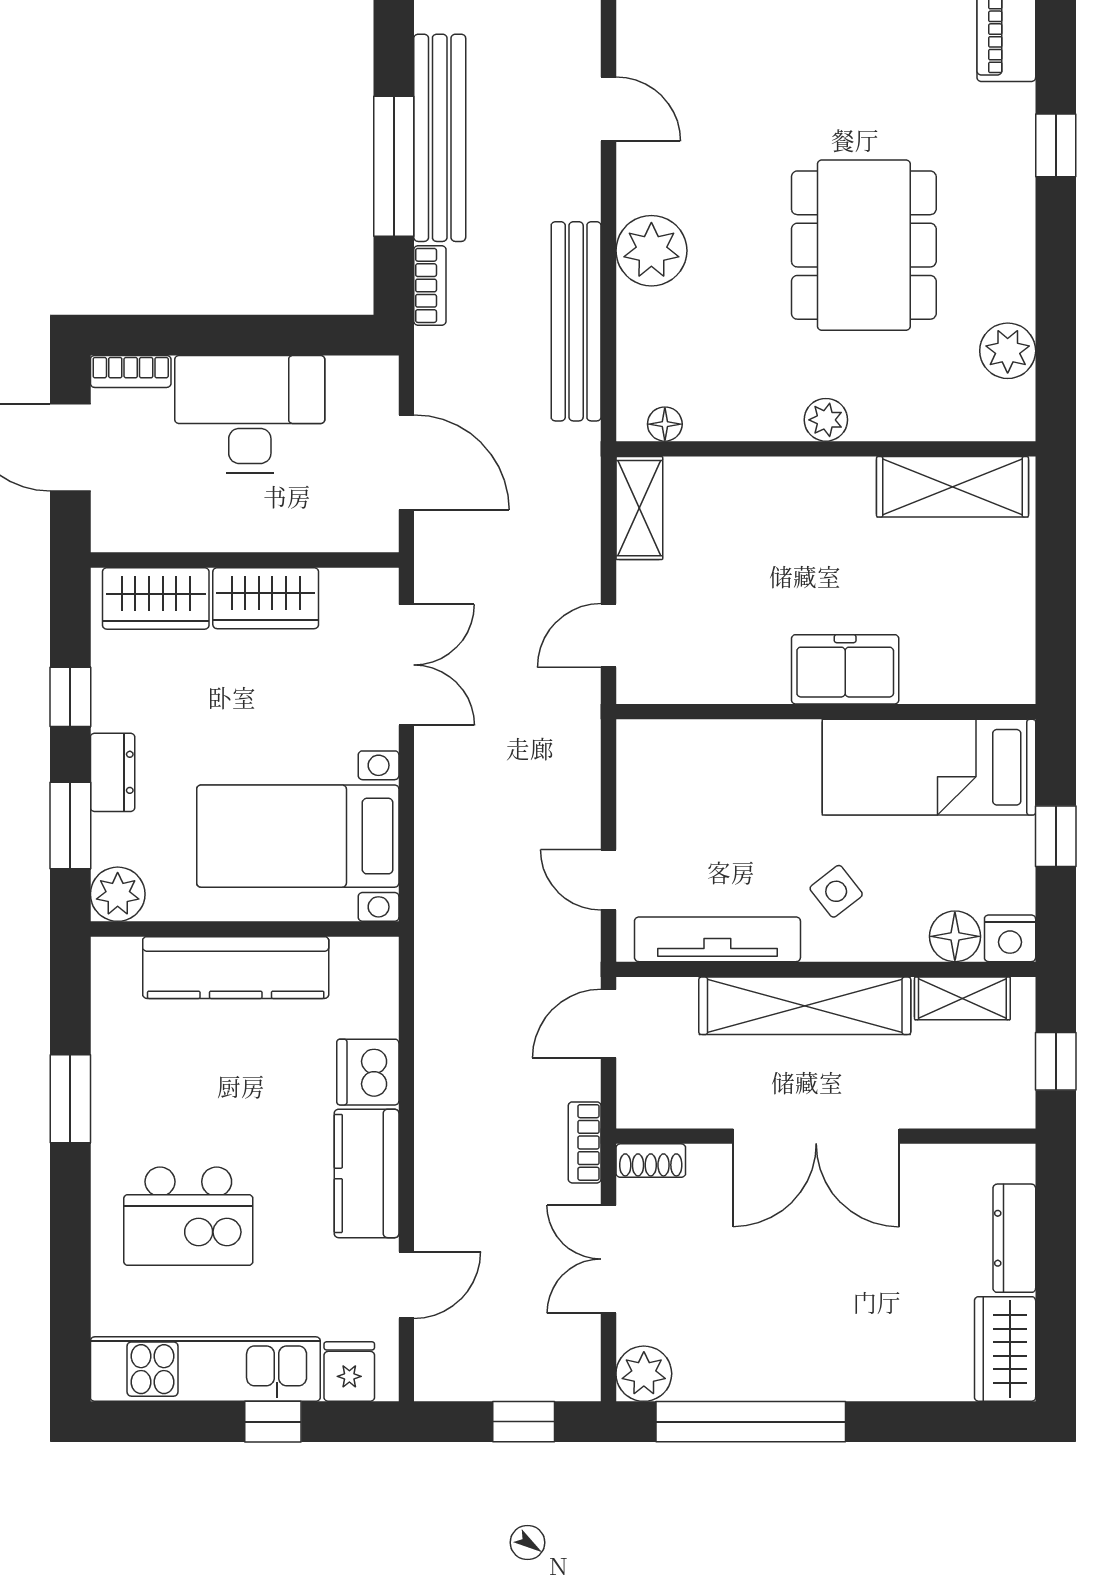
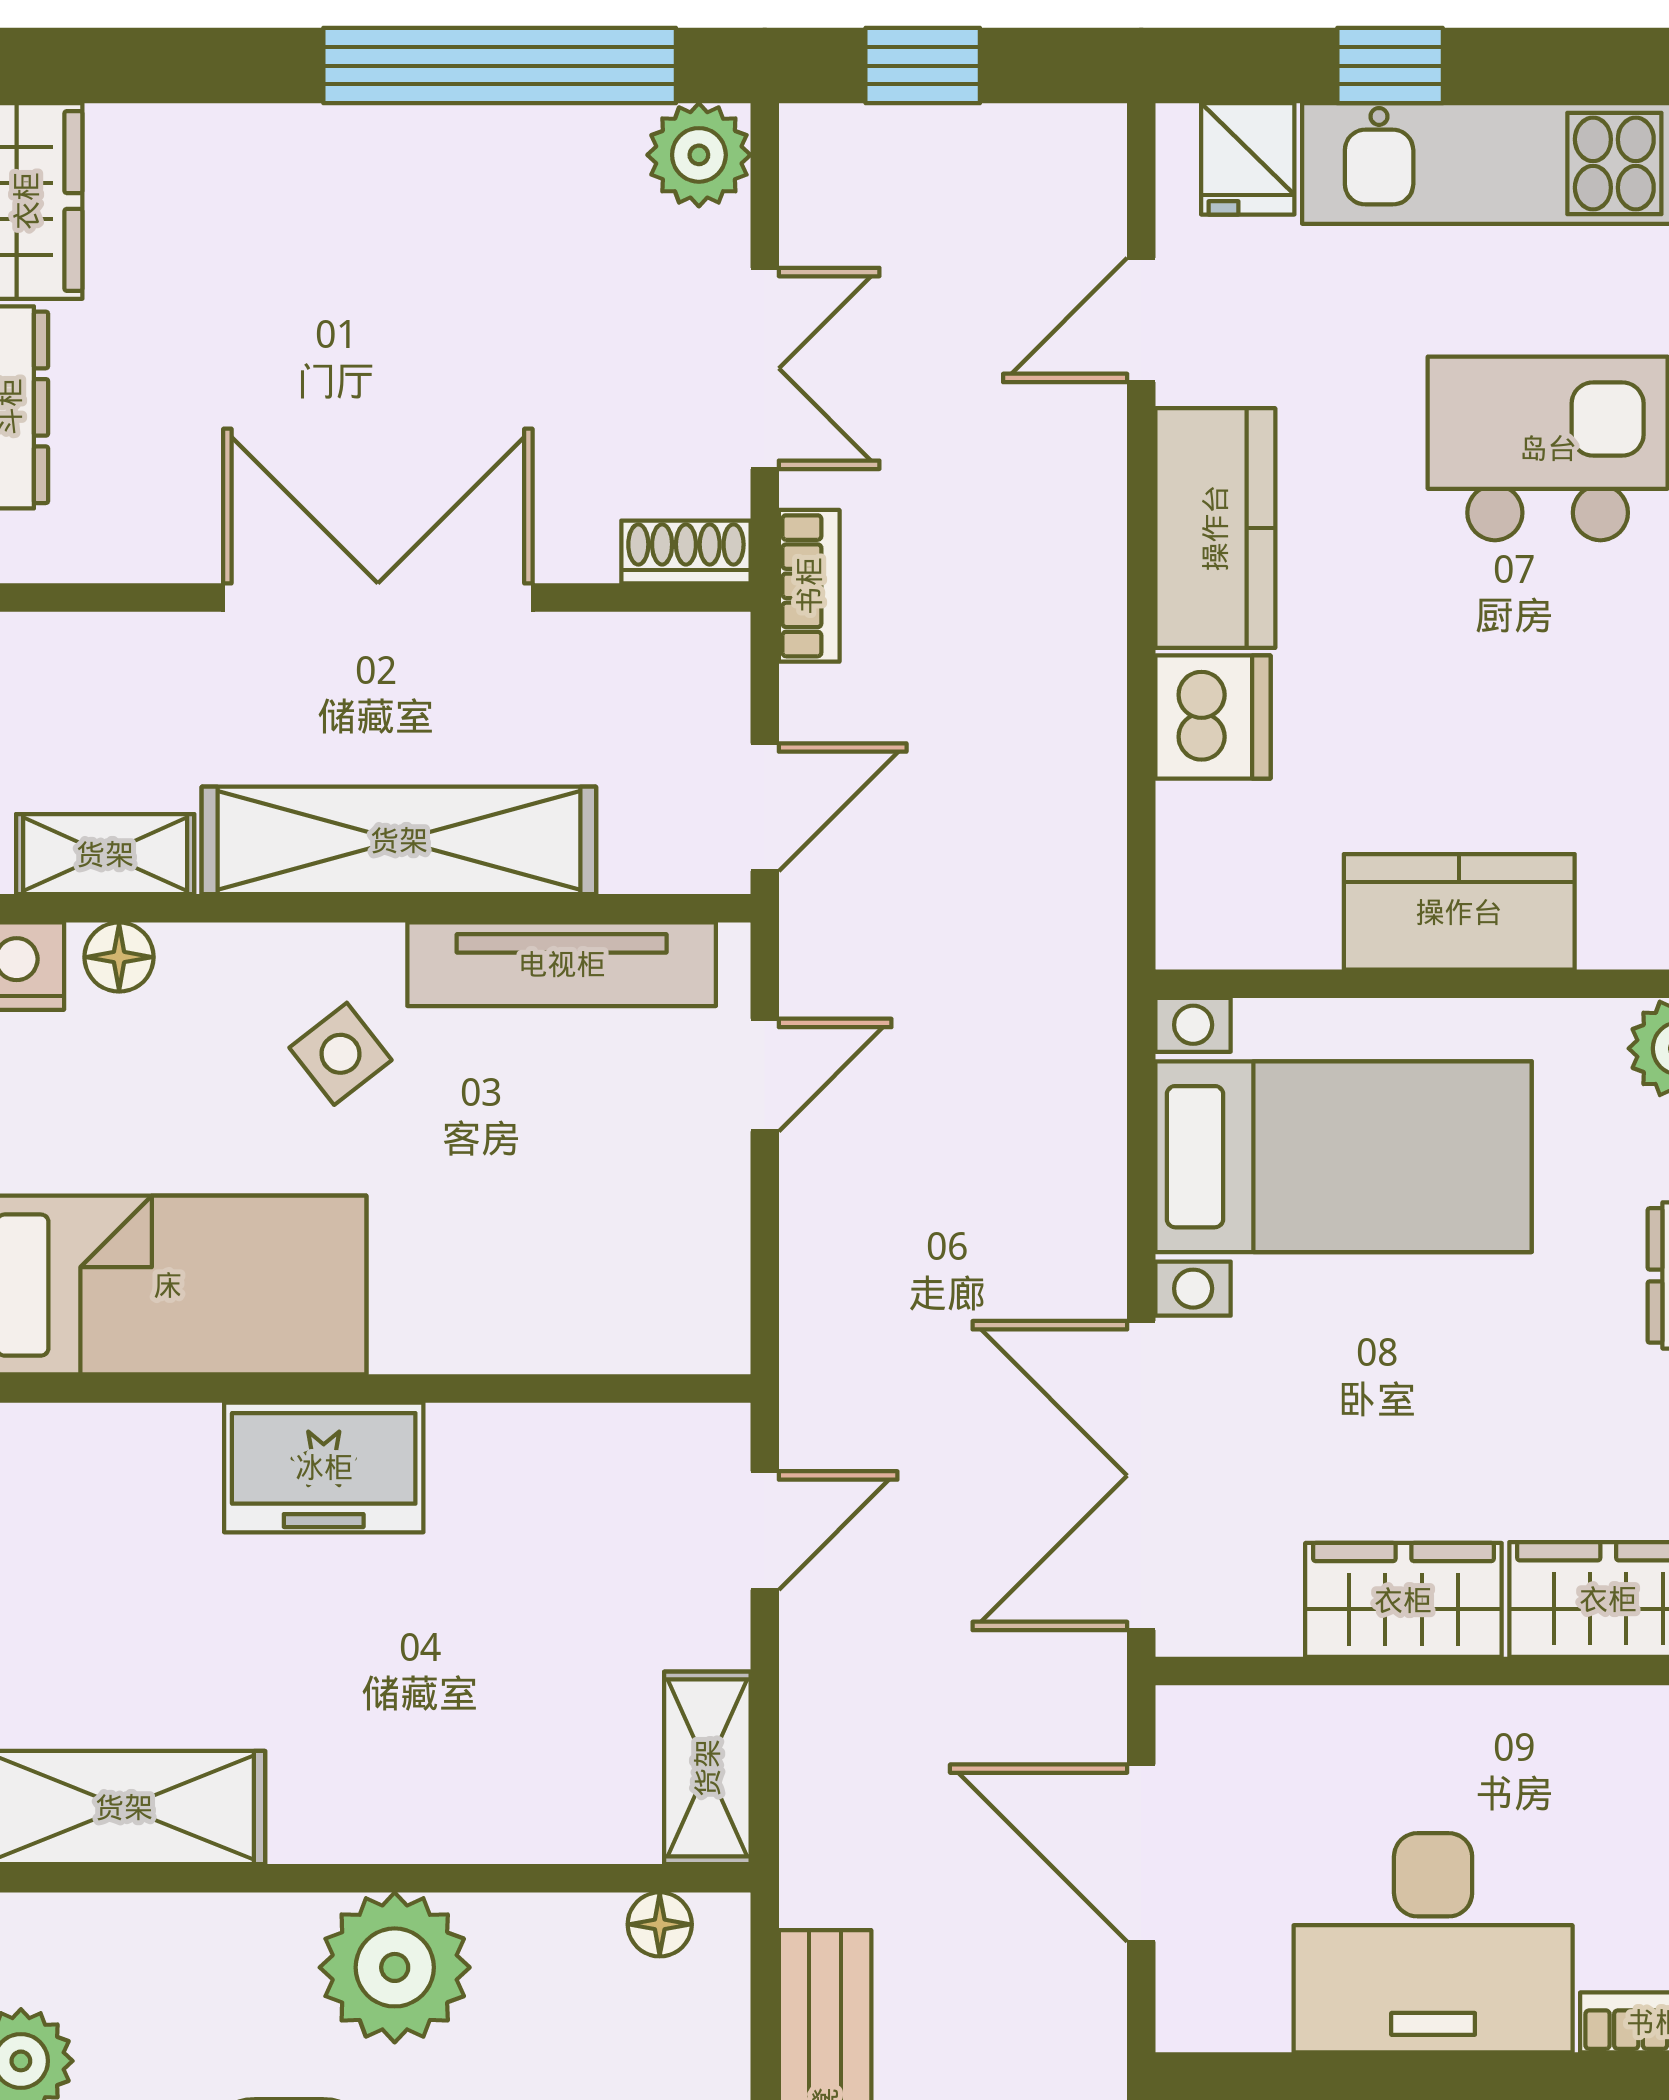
plant: (826, 420) -> (395, 1967), width x1.88, depth x1.88
double door: (406, 665) -> (1141, 1476), width x1.37
door: (608, 880) -> (765, 1075), hinge flipped
floor lamp: (955, 936) -> (119, 957), width x0.73, depth x0.73
kitchen counter: (236, 968) -> (1459, 912), width x0.67

